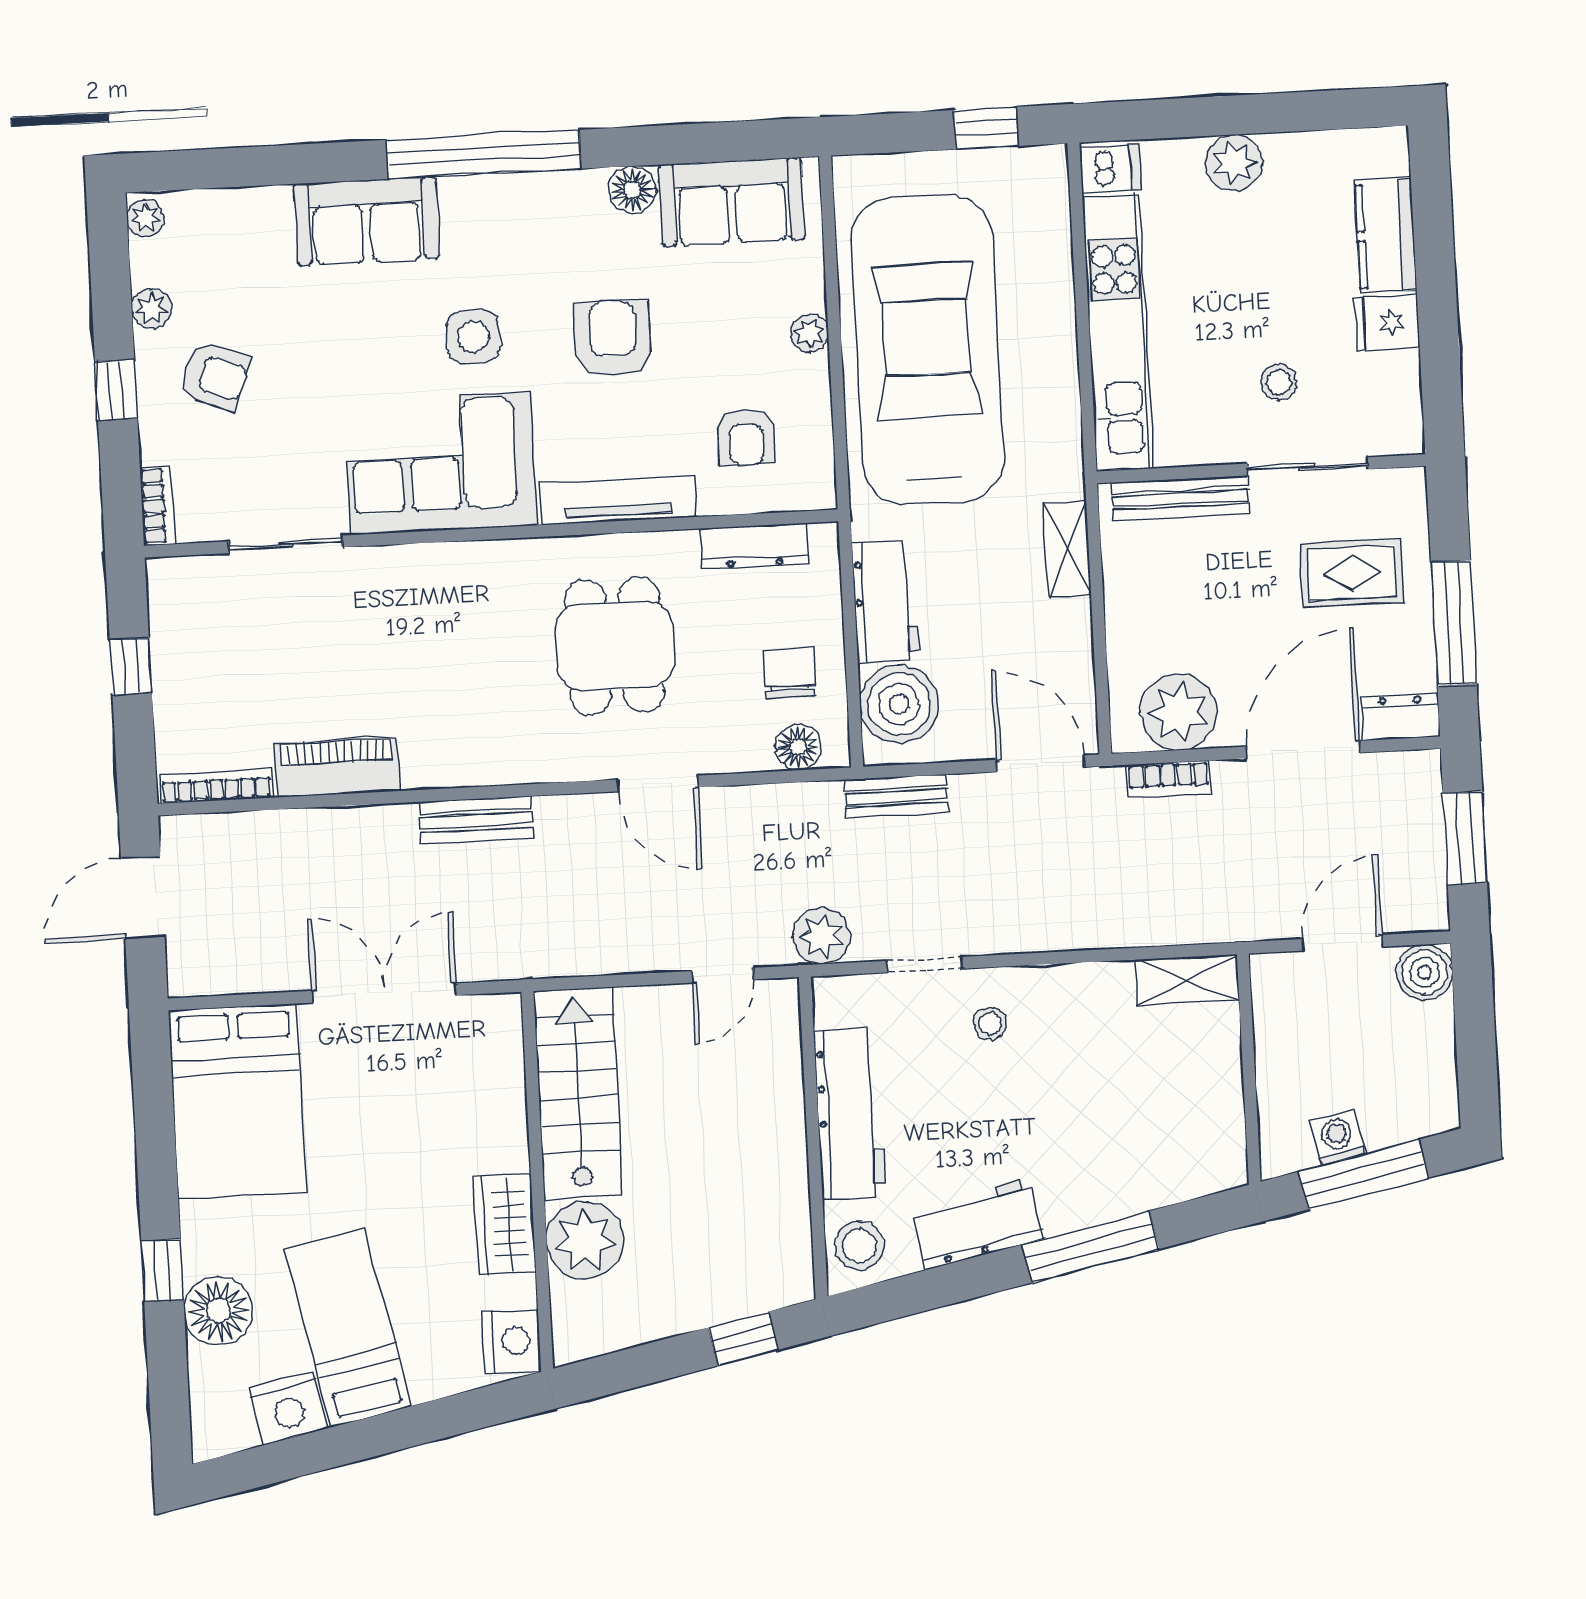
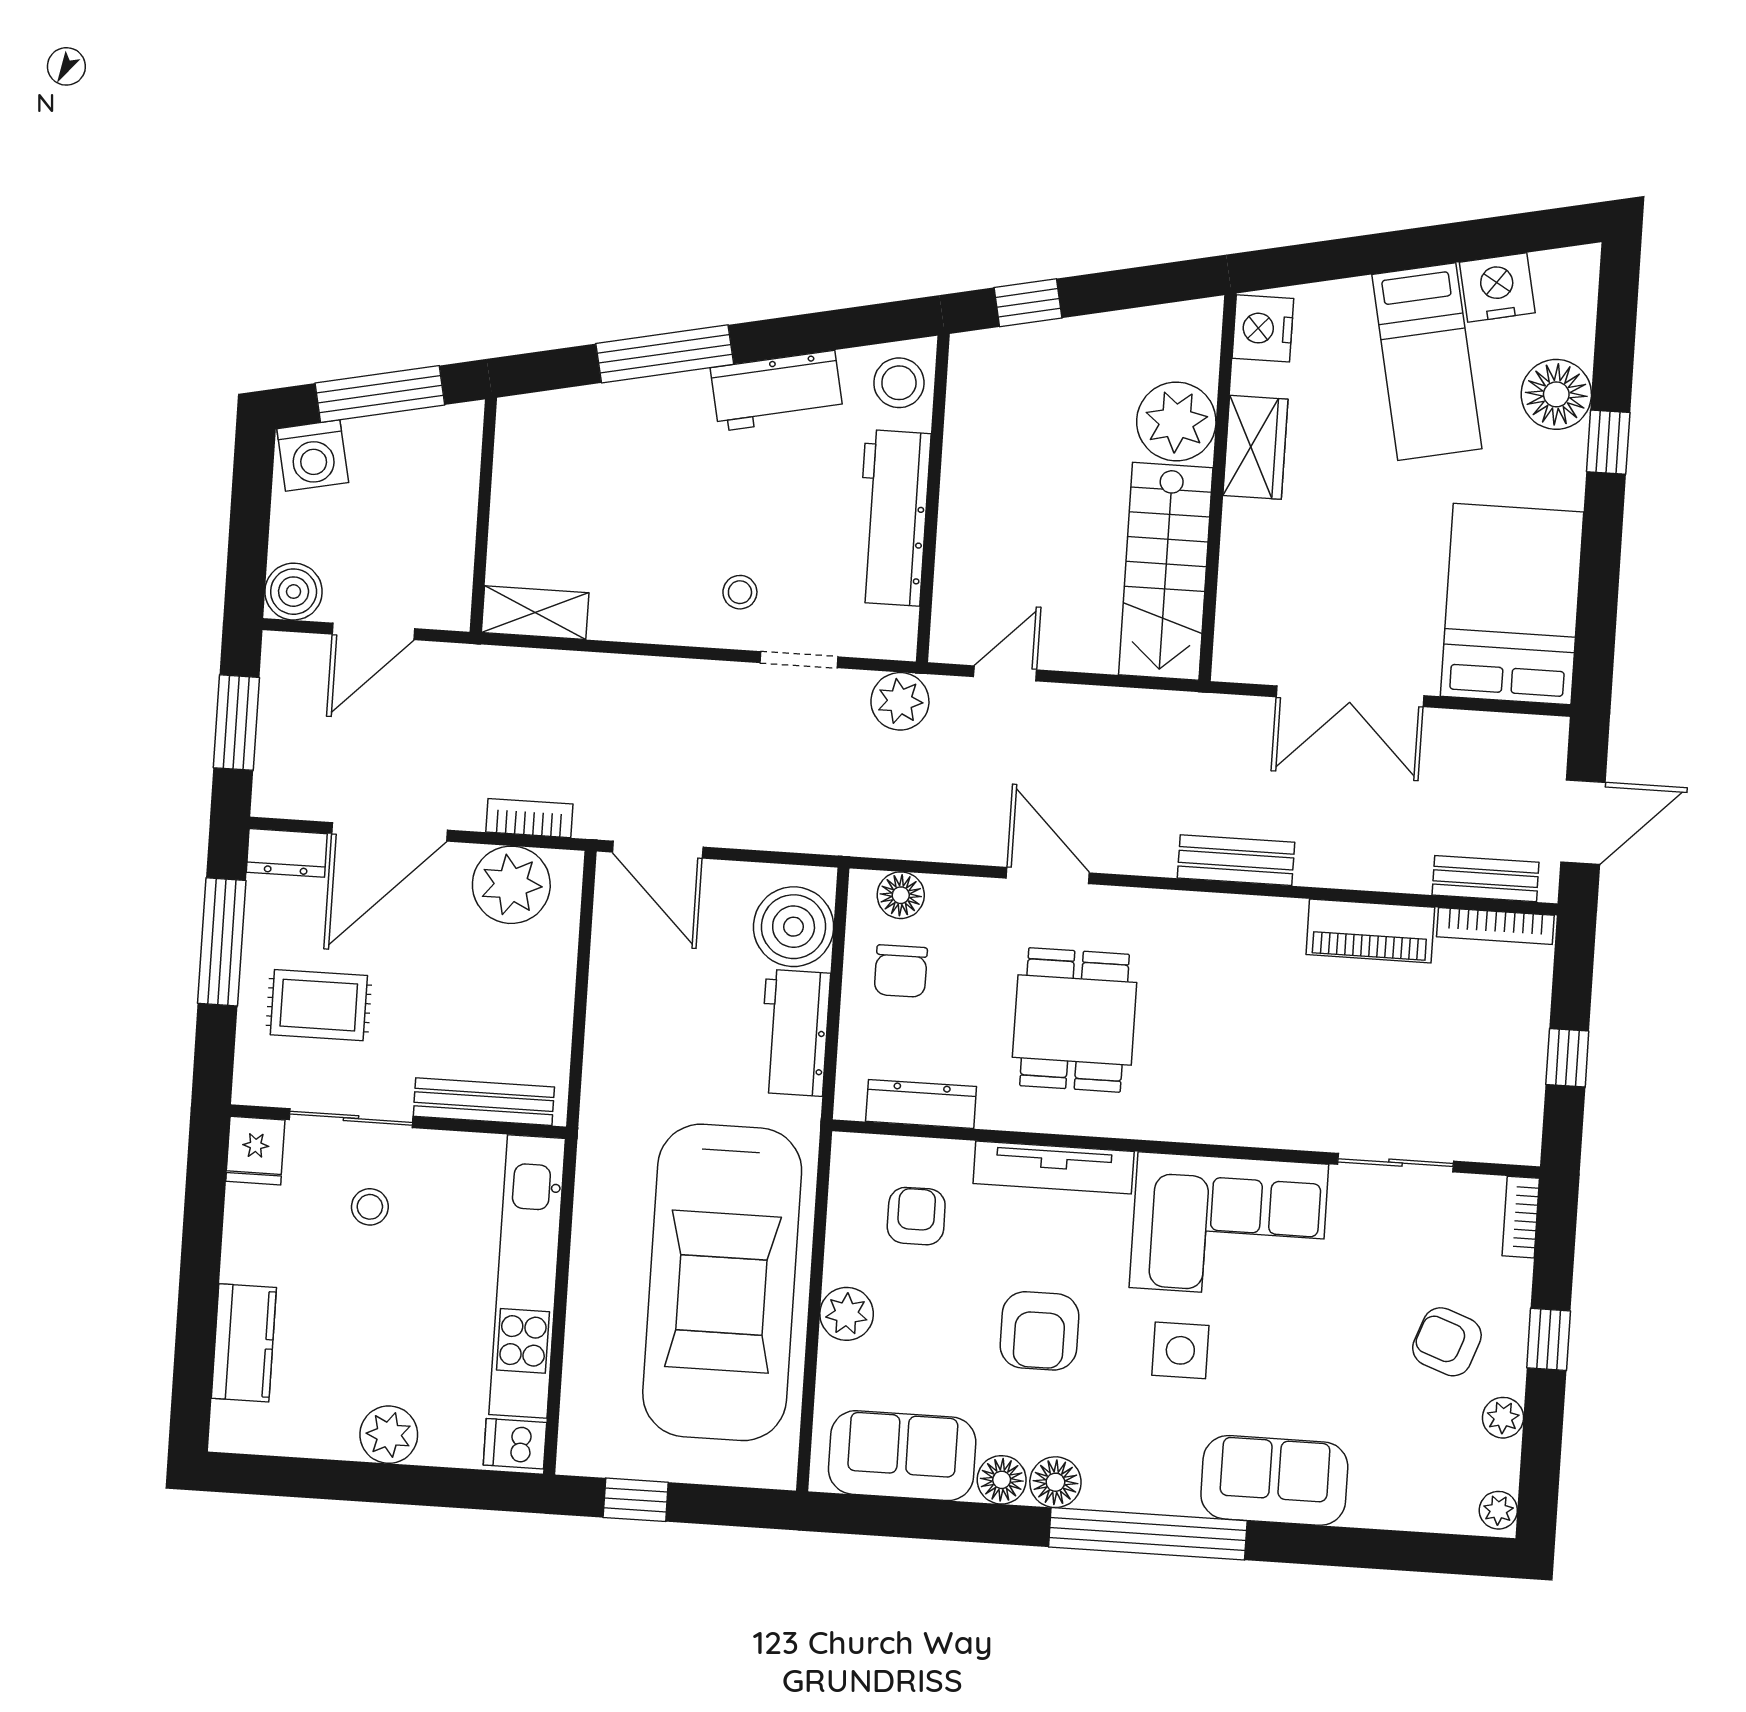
floor lamp: (580, 194) -> (1055, 1482), added
fridge: (1386, 322) -> (255, 1151), moved, turned 90
plant: (810, 333) -> (847, 1314), width x1.38, depth x1.38
shelving: (1067, 549) -> (604, 1063), removed
bench: (896, 796) -> (1486, 879), moved
washing machine: (1338, 1138) -> (313, 456), moved, width x1.38, depth x1.38

